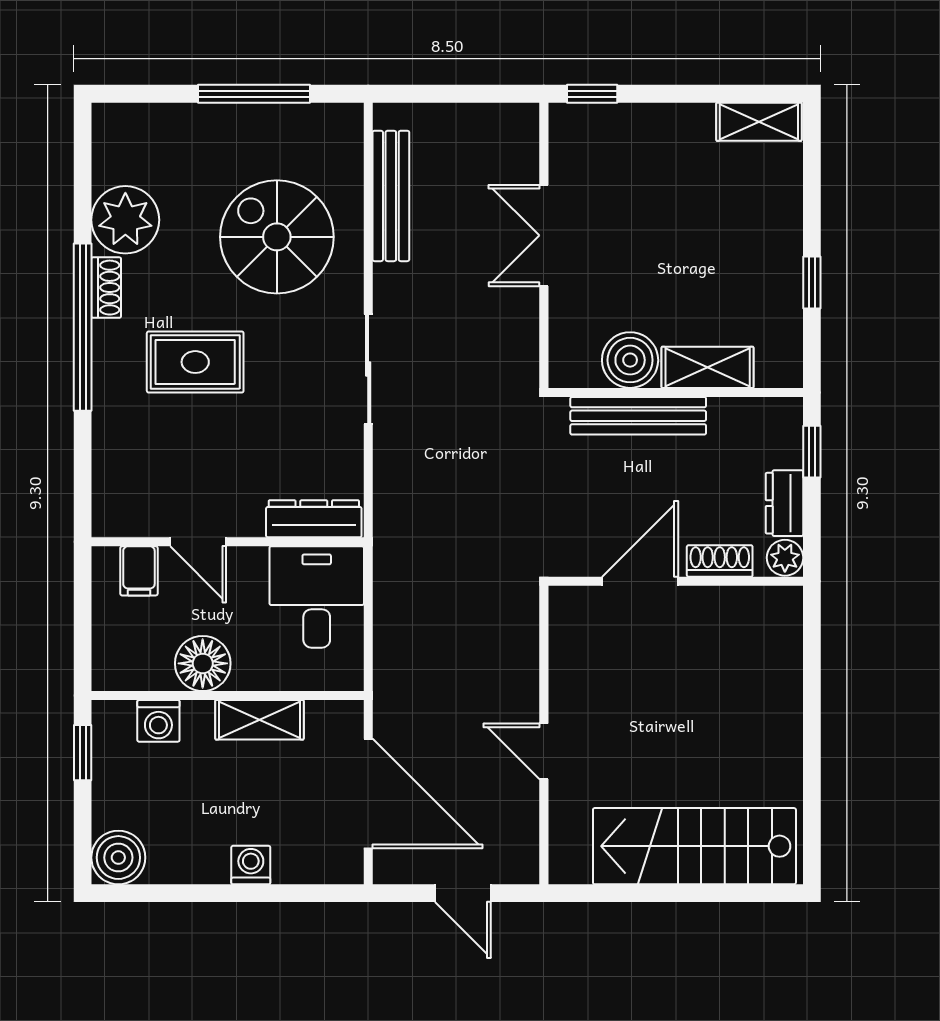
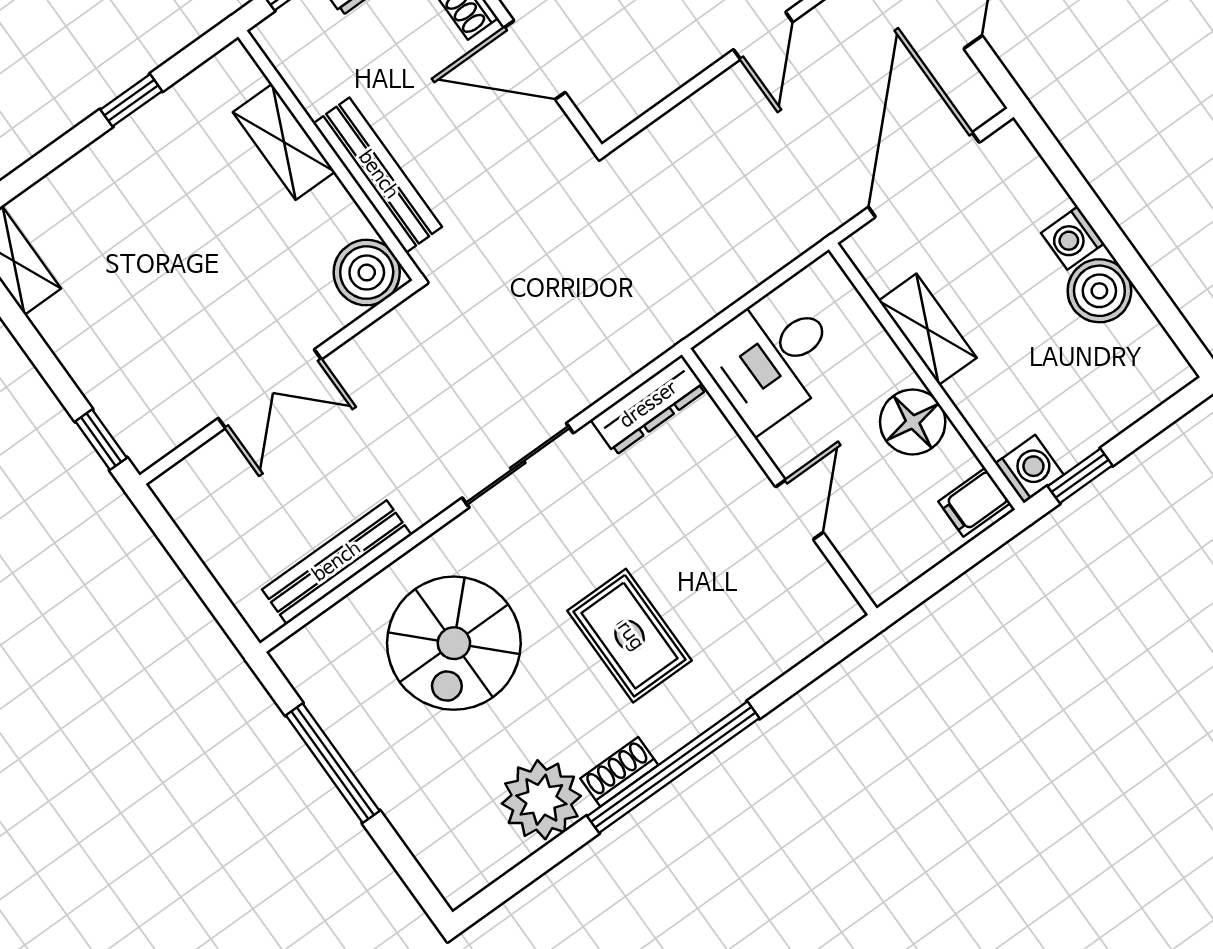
boiler: (630, 360) -> (367, 273), moved
dresser: (314, 519) -> (649, 405), moved, turned -90
filing cabinet: (139, 571) -> (974, 502), moved, turned 180
washing machine: (158, 721) -> (1029, 469), moved
boiler: (118, 858) -> (1099, 291), moved

